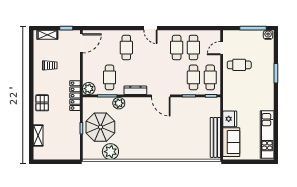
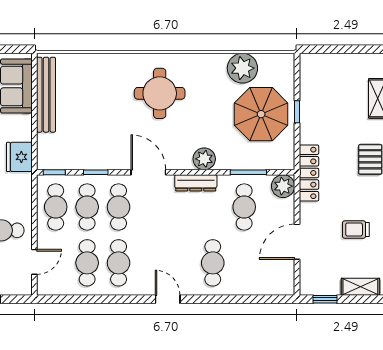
door: (81, 43) -> (297, 242), moved
cafe table: (177, 77) -> (119, 207), added
plant: (119, 103) -> (204, 159), moved
fridge: (230, 119) -> (19, 157), moved
round table: (155, 138) -> (160, 93), added

